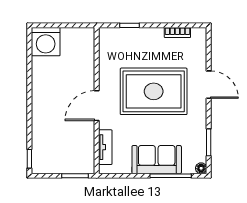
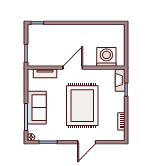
fireplace: (115, 34) -> (120, 80), added
washing machine: (46, 42) -> (106, 57), moved, turned 90
door: (97, 106) -> (73, 68), hinge flipped

